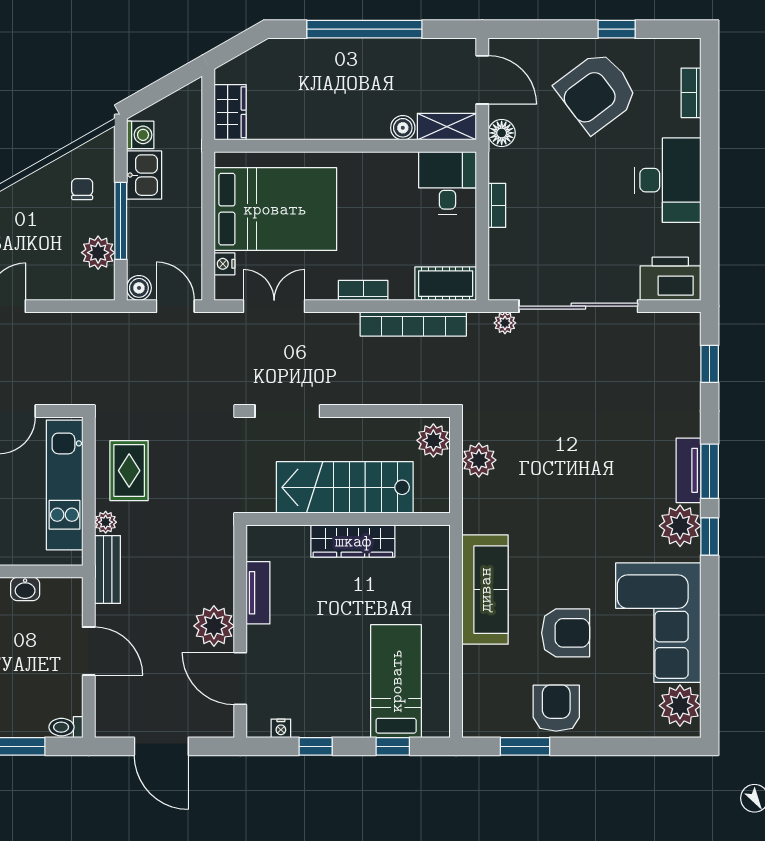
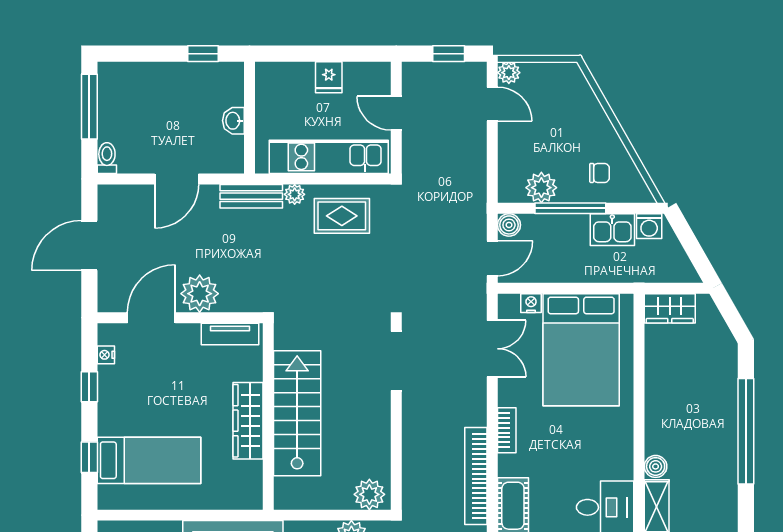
stairs: (345, 487) -> (297, 413), moved
wall: (348, 519) -> (268, 416), moved
wardrobe: (353, 541) -> (248, 421), moved

